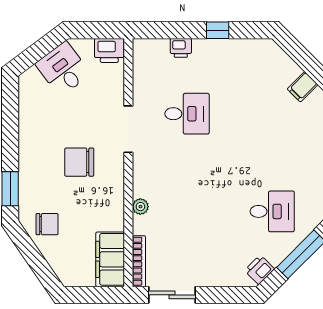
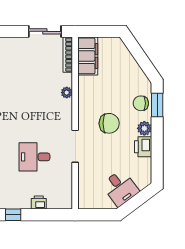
printer: (109, 50) -> (143, 147), moved, turned -90
plant: (28, 155) -> (144, 128), added
chair: (47, 224) -> (141, 103), moved

